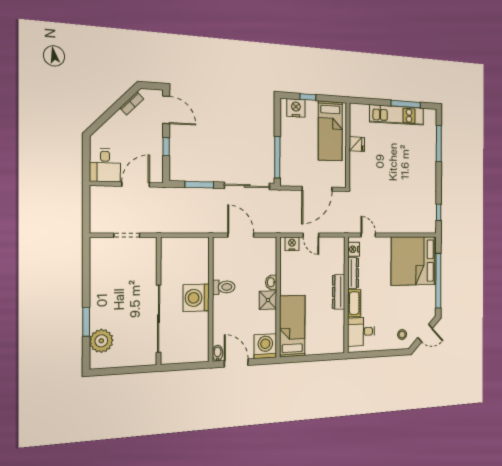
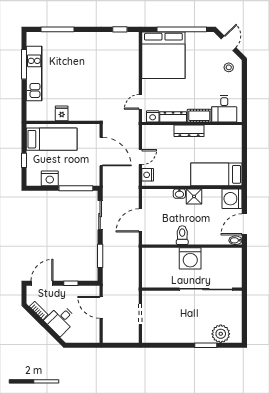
nightstand: (296, 108) -> (50, 178), moved, turned -90
desk: (105, 165) -> (61, 320), moved, turned 135
sliding door: (247, 186) -> (100, 215), width x0.73

